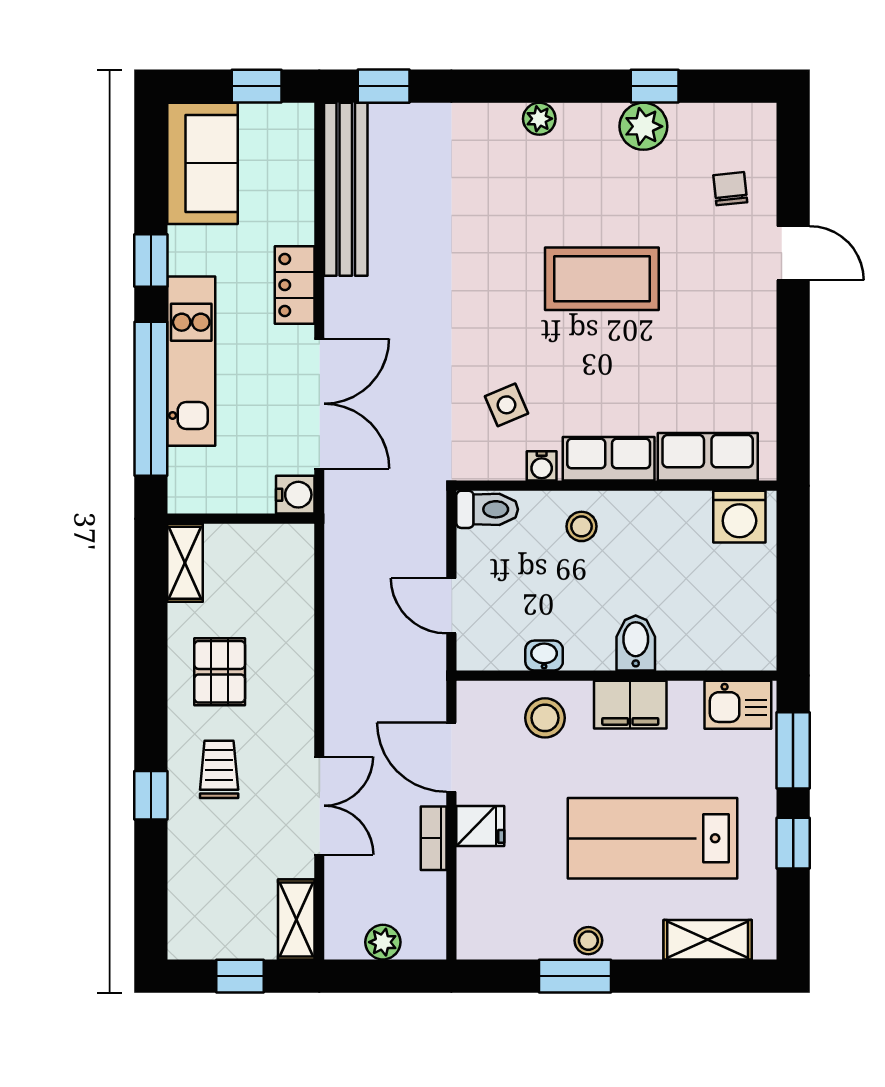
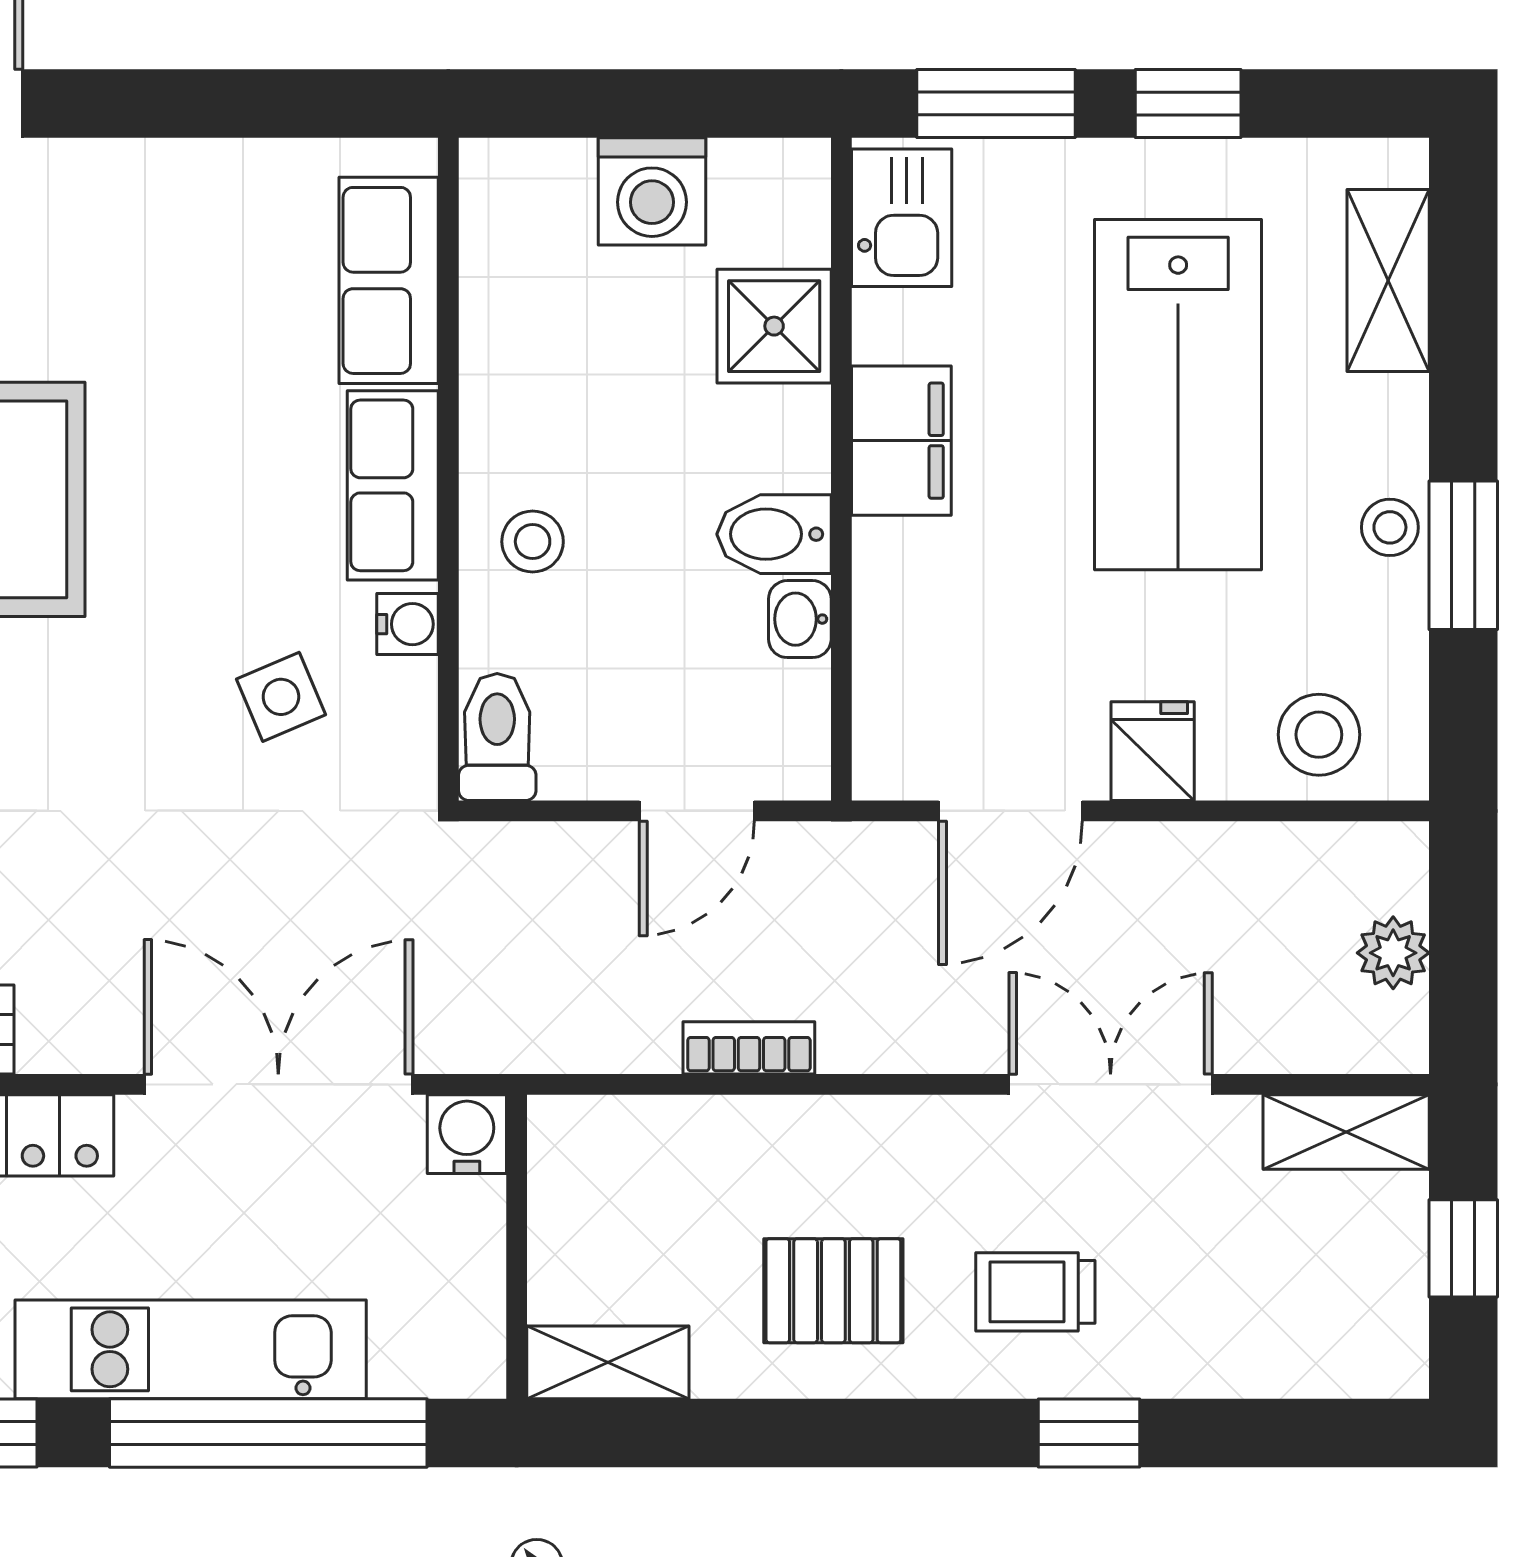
washing machine: (739, 517) -> (652, 191), moved, turned 90
bidet: (636, 643) -> (774, 534), moved
shower: (686, 643) -> (774, 326), added
stool: (545, 718) -> (1319, 735), moved
bookcase: (434, 838) -> (749, 1048), moved, turned 180

